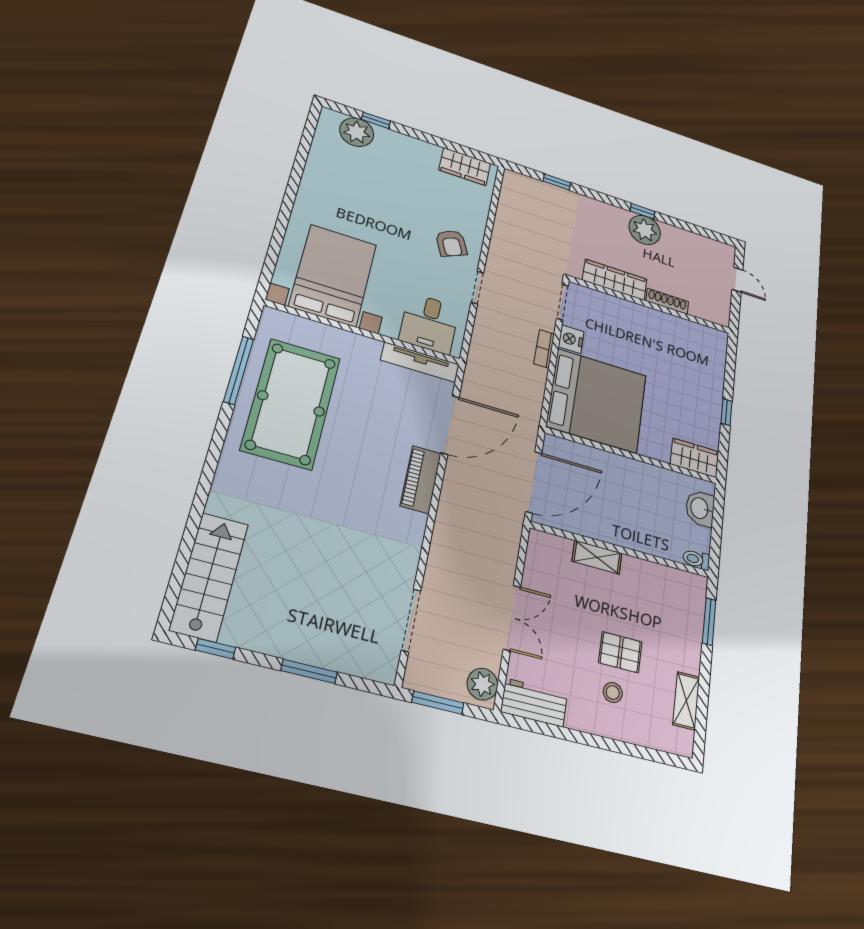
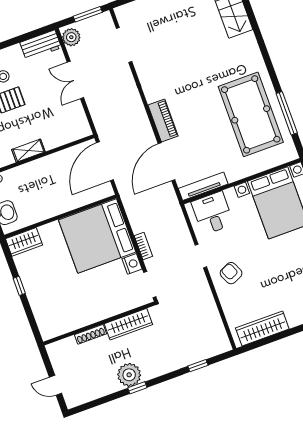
wardrobe: (465, 167) -> (262, 329), width x1.50
shelving: (597, 557) -> (28, 151), moved

